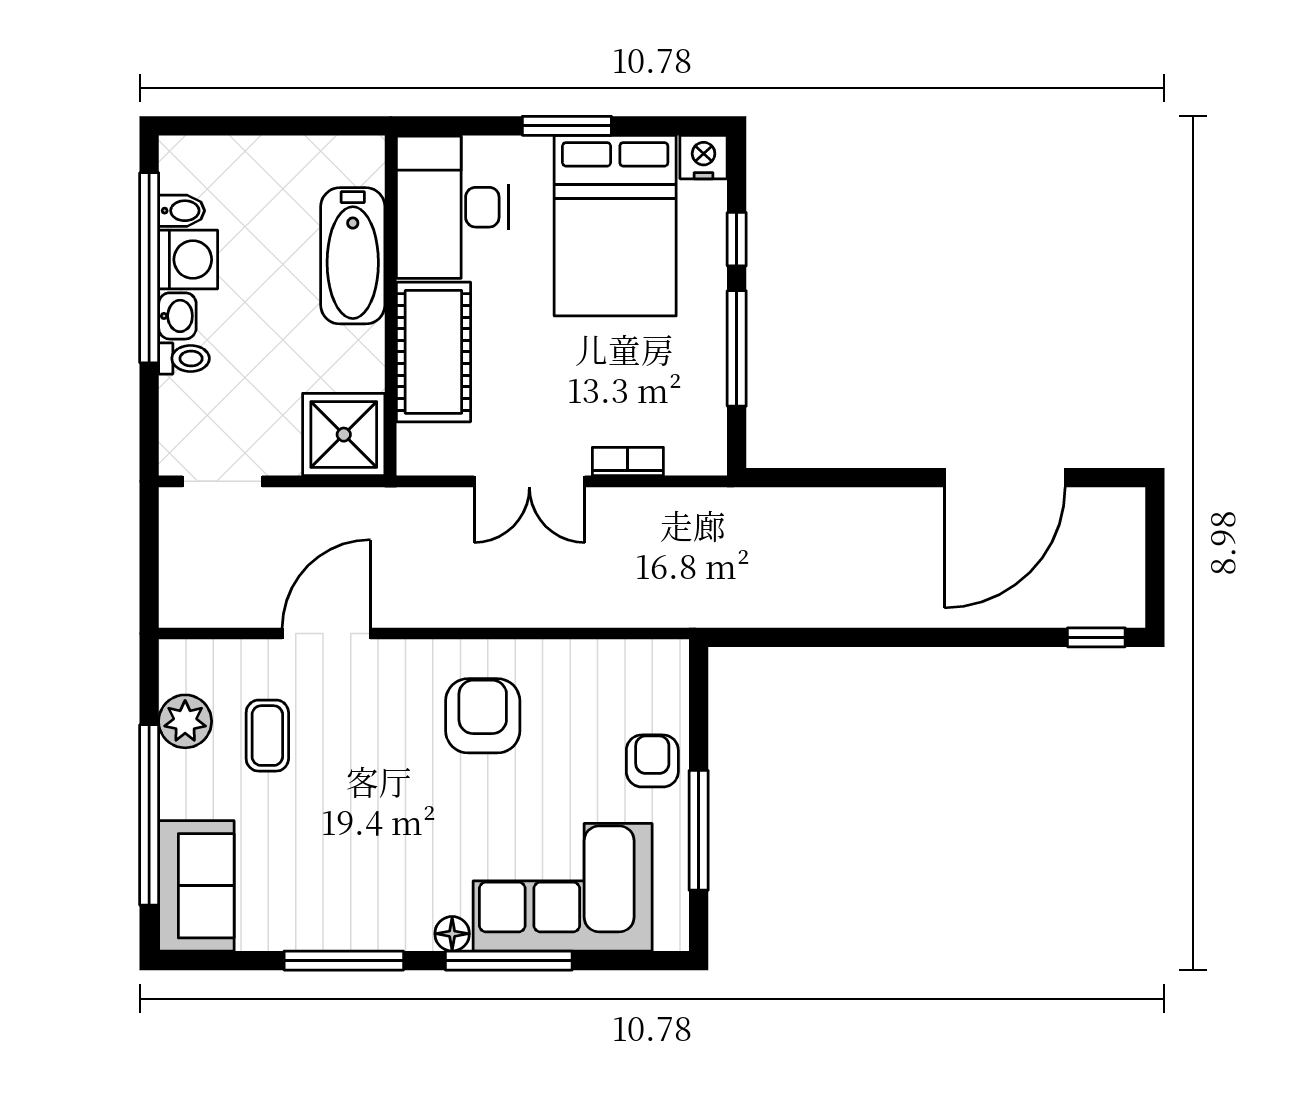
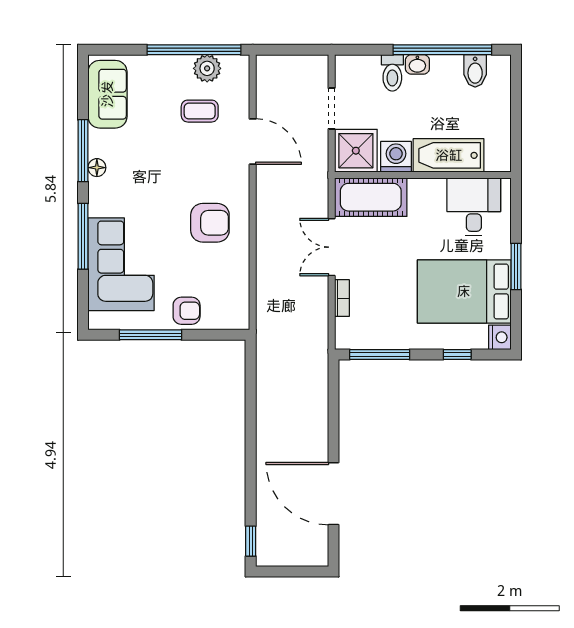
desk: (452, 207) -> (474, 207), width x0.73
bidet: (182, 211) -> (475, 71), width x1.38, depth x1.36
washing machine: (188, 260) -> (396, 157), moved, turned 180
window: (737, 348) -> (380, 355), moved
cot: (433, 352) -> (371, 197), moved
toilet: (184, 358) -> (392, 73), width x1.37, depth x1.39
doorway: (222, 481) -> (332, 109), moved
window: (149, 815) -> (194, 50), moved
sofa: (196, 886) -> (107, 94), moved, turned -90
floor lamp: (452, 934) -> (97, 168), moved

